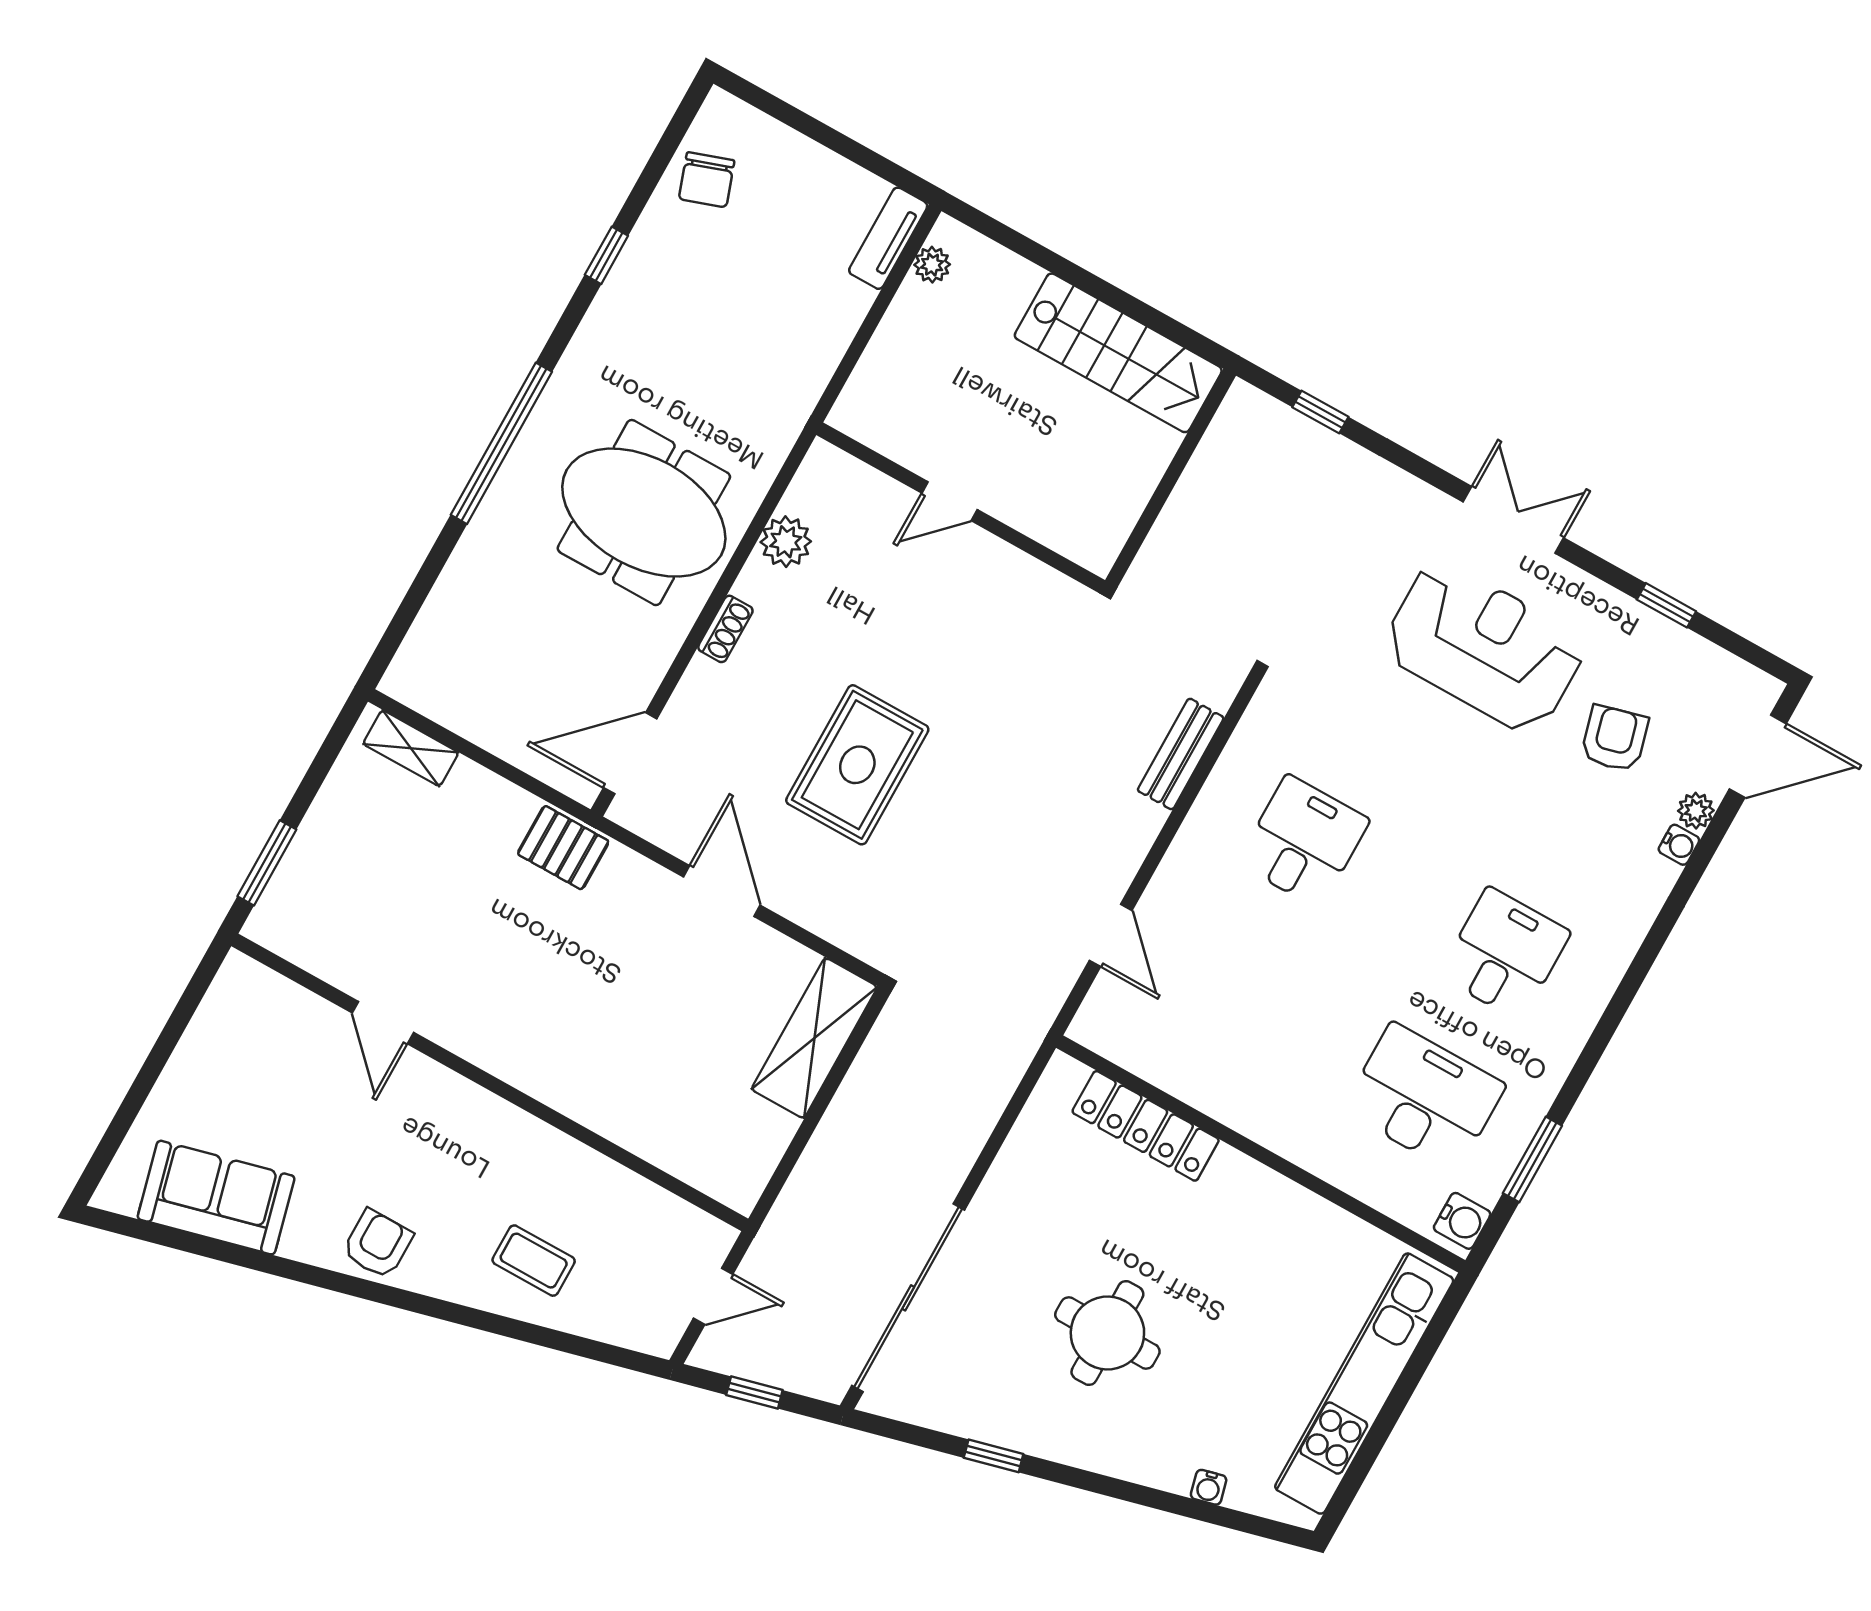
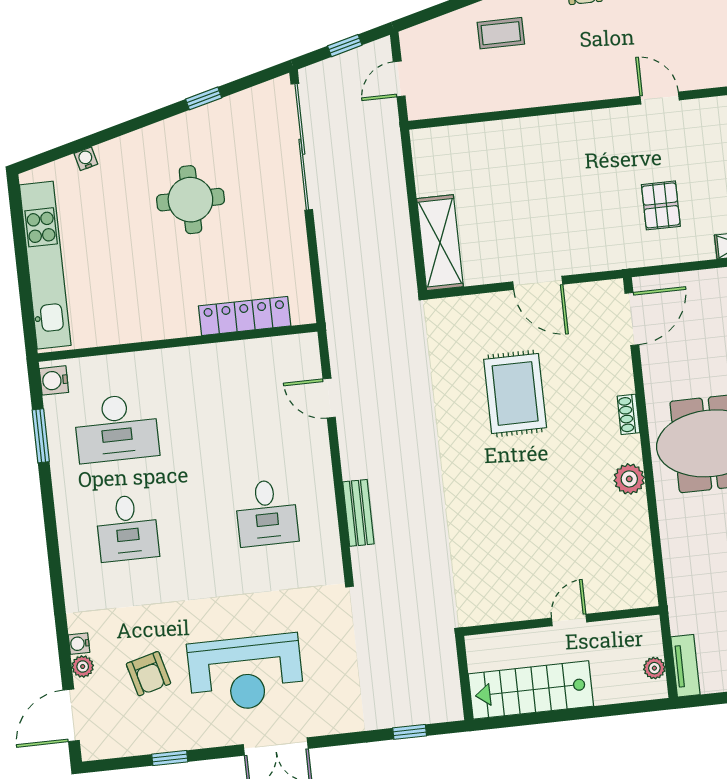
door: (950, 501) -> (569, 620), moved
wall: (961, 508) -> (561, 621), moved
pallet: (563, 848) -> (661, 205), moved, turned 90

